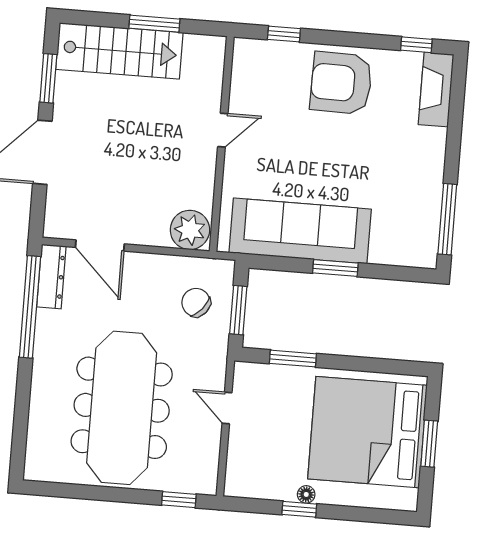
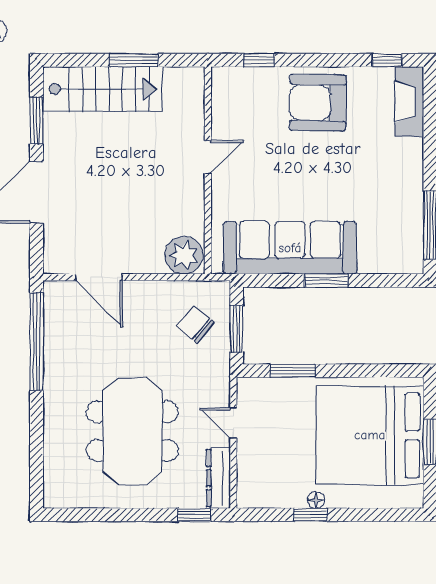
dresser: (51, 277) -> (218, 478), moved, turned 180
meeting table: (122, 408) -> (132, 431), width x0.73

